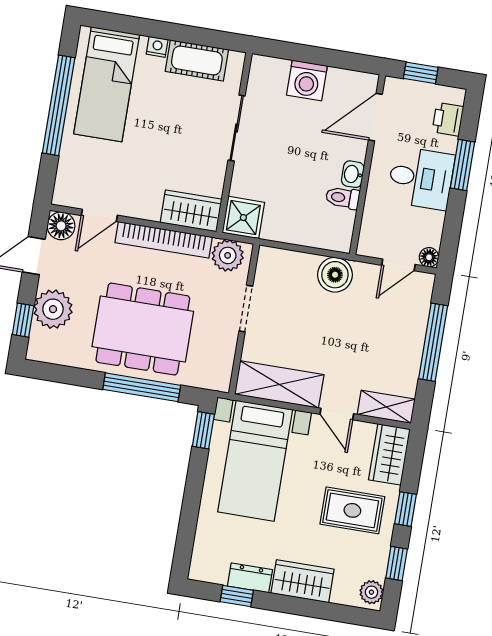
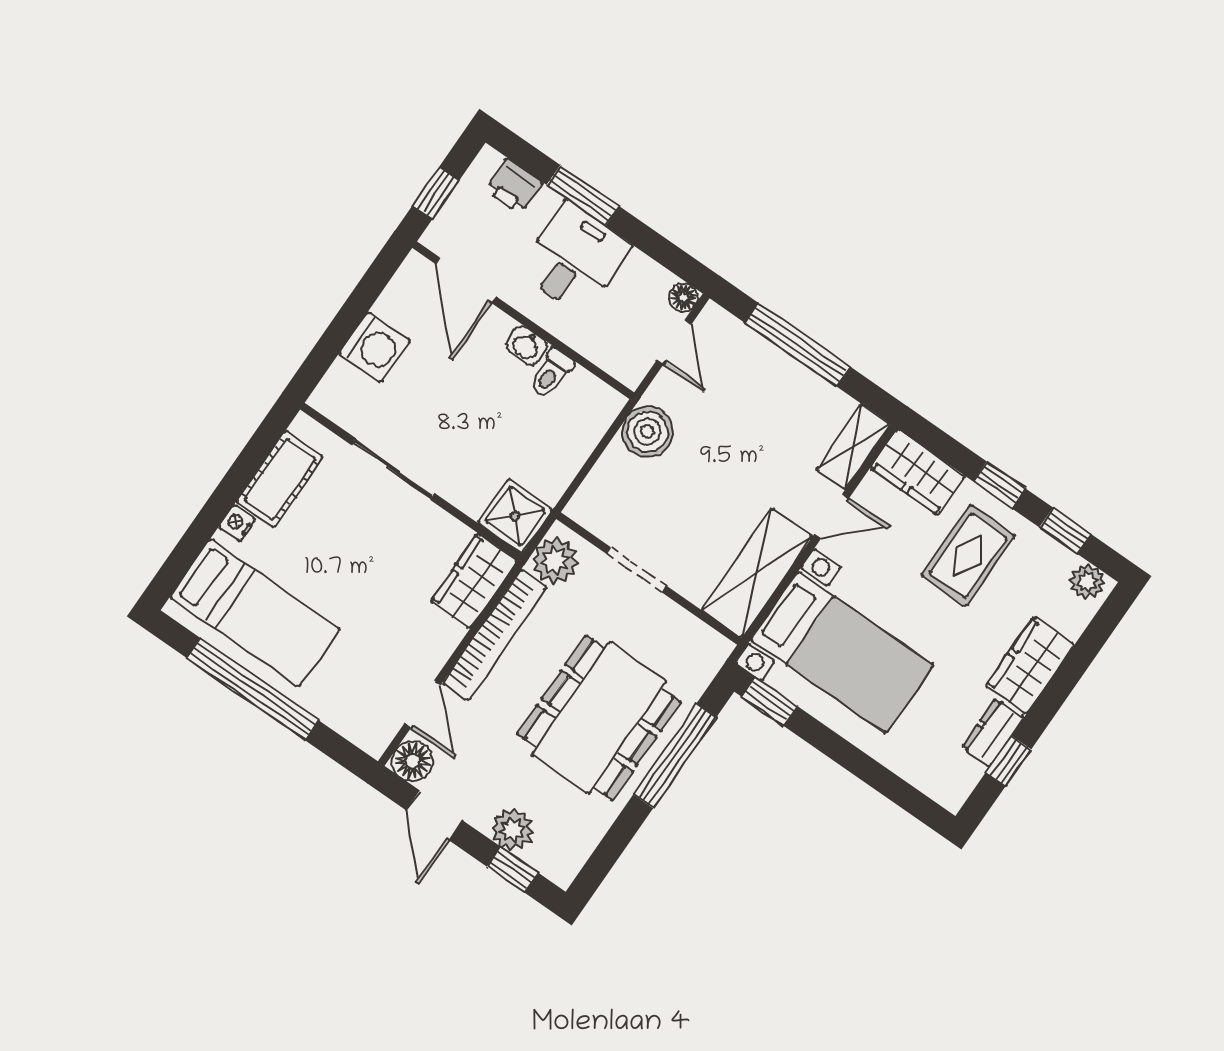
plant: (53, 309) -> (513, 830), width x0.73, depth x0.73

